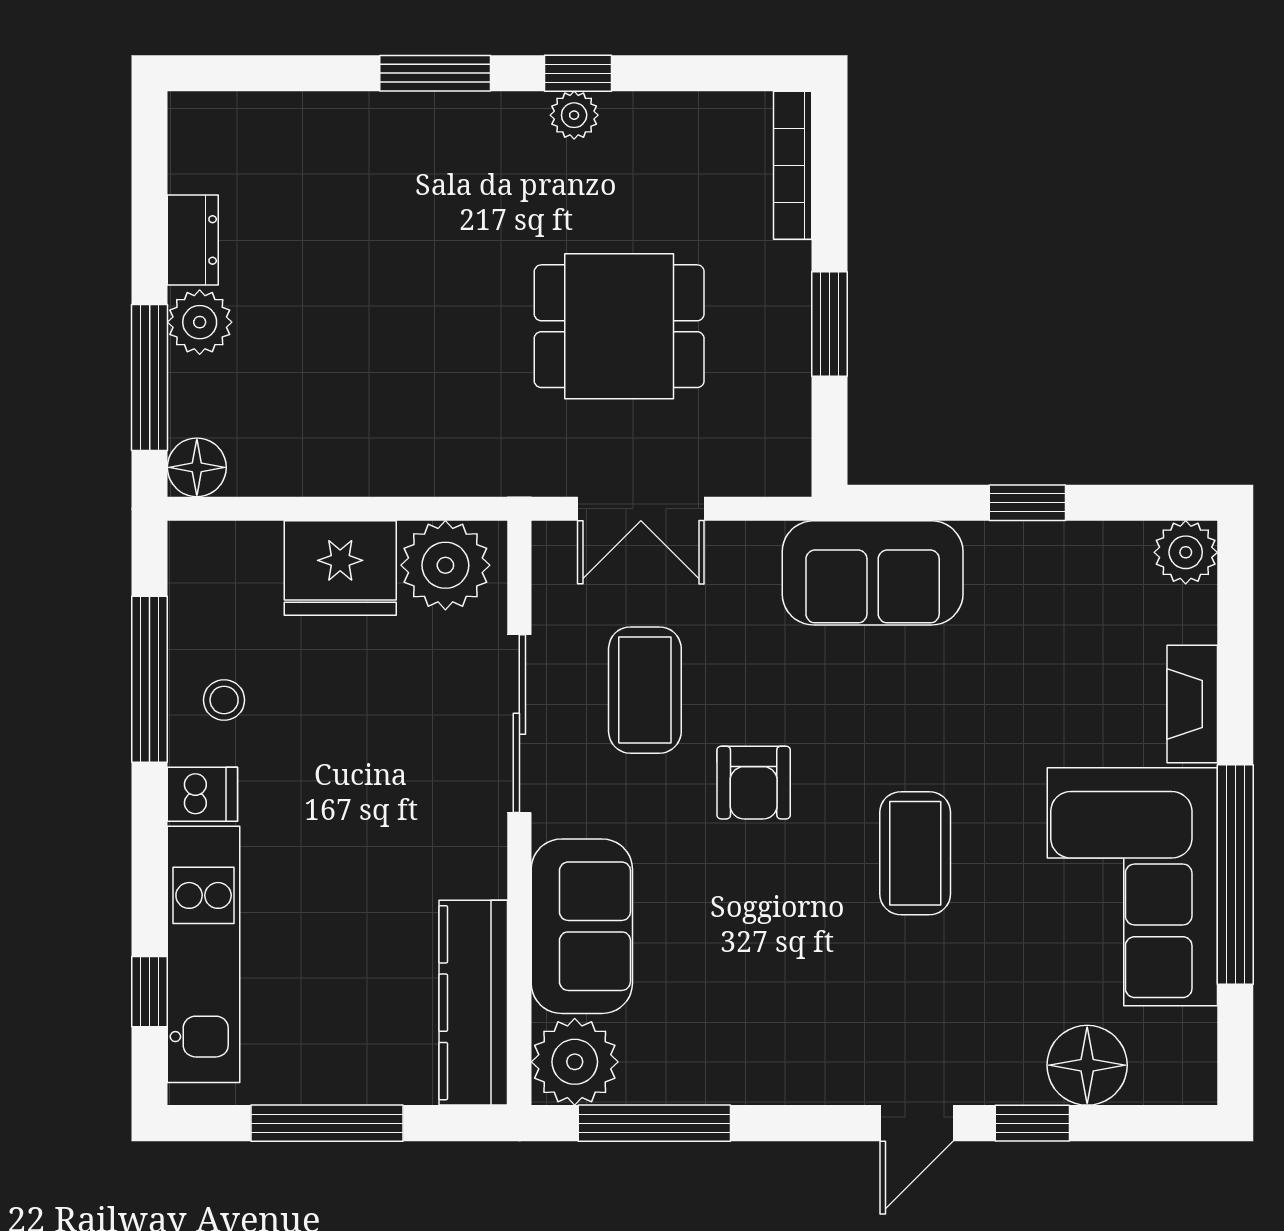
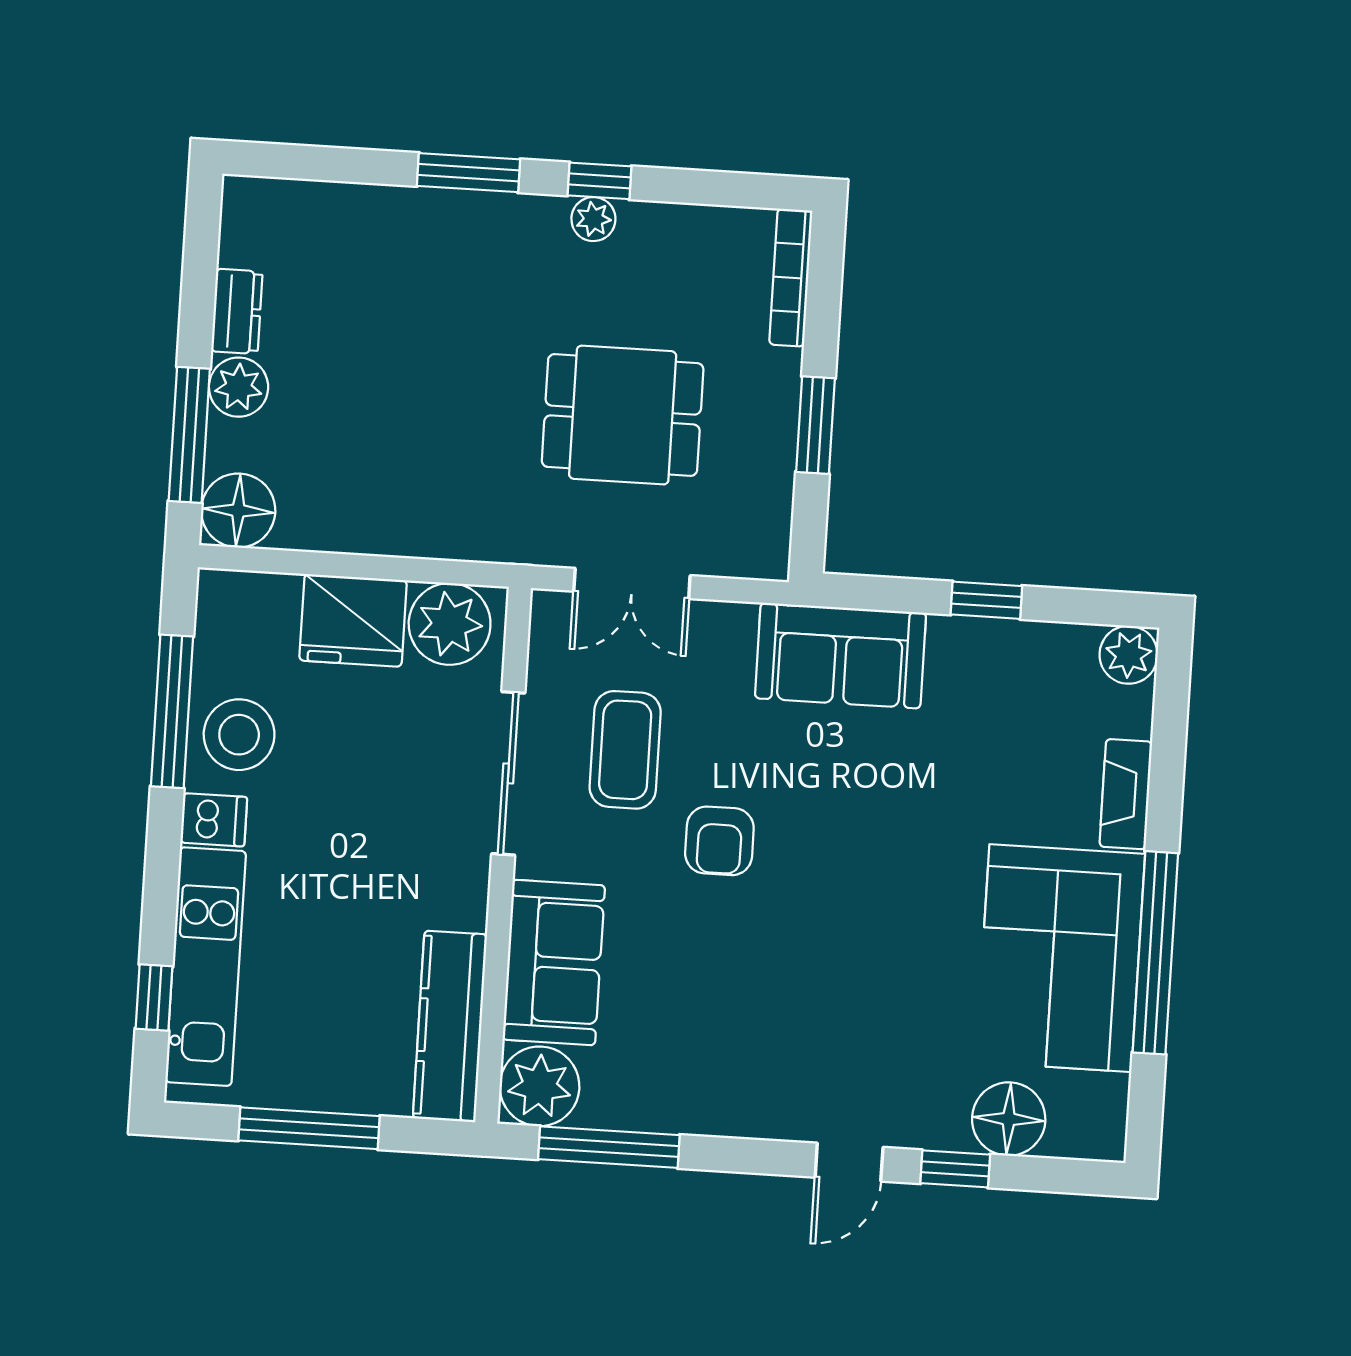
floor lamp: (197, 467) -> (238, 511), width x1.38, depth x1.38
stool: (224, 700) -> (239, 735), width x1.89, depth x1.89
coffee table: (915, 853) -> (863, 915), removed

